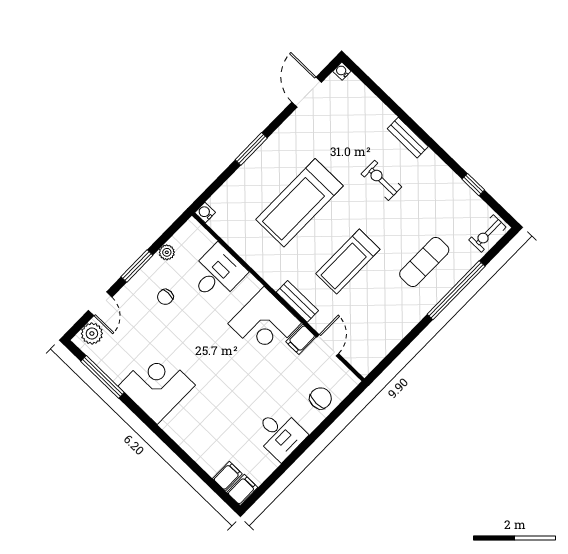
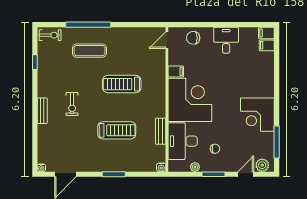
treadmill: (299, 203) -> (117, 130), width x0.73, depth x0.73
treadmill: (348, 262) -> (122, 84), turned 180
desk: (217, 273) -> (183, 141), width x1.37
bench: (297, 301) -> (161, 131), moved
corner desk: (265, 323) -> (190, 100), width x1.36, depth x1.36
door: (328, 345) -> (167, 40), moved

